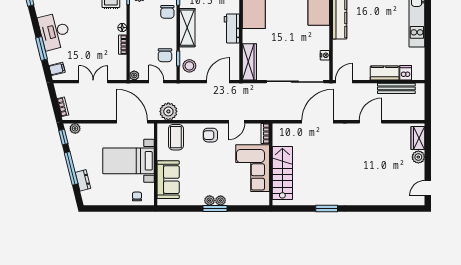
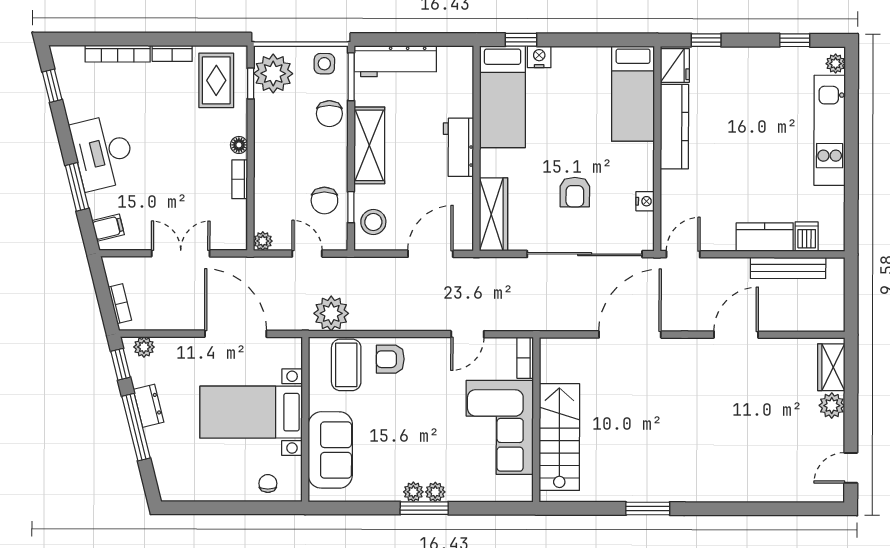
armchair: (290, 51) -> (575, 192), added
door: (132, 122) -> (236, 334), moved
armchair: (210, 135) -> (390, 359), moved
dresser: (83, 180) -> (149, 406), moved

